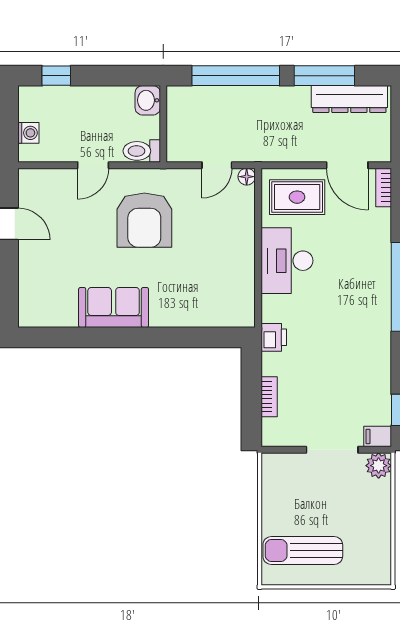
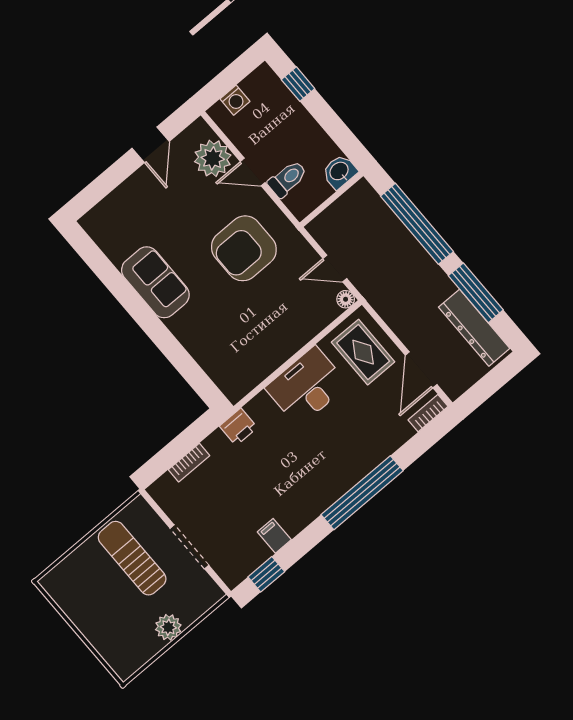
toilet: (142, 151) -> (287, 179), moved, turned 90
plant: (58, 186) -> (213, 158), added
filing cabinet: (378, 436) -> (274, 536), moved
plant: (379, 466) -> (168, 627), moved
sun lounger: (303, 551) -> (132, 558), moved

